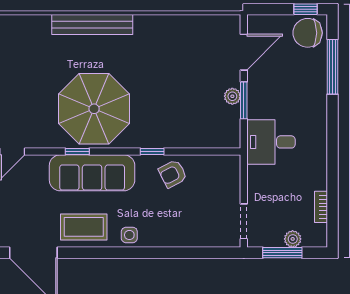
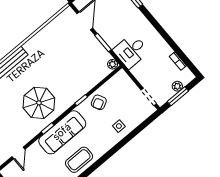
plant: (232, 96) -> (113, 64), moved
parasol: (94, 109) -> (39, 103), width x0.73, depth x0.73
side table: (129, 235) -> (119, 126), moved

